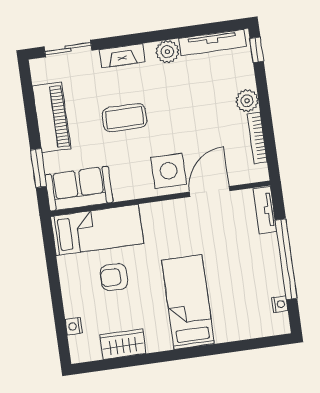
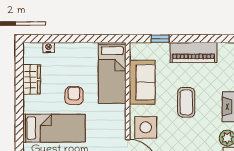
window: (38, 168) -> (160, 39), width x0.67
sofa: (79, 189) -> (142, 82), moved
armchair: (114, 277) -> (74, 96), moved

